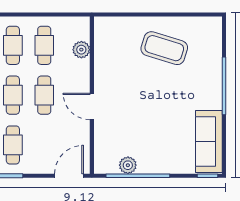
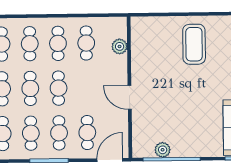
coffee table: (164, 48) -> (194, 44), turned 73
cafe table: (44, 95) -> (87, 133), moved

